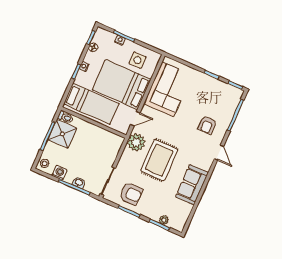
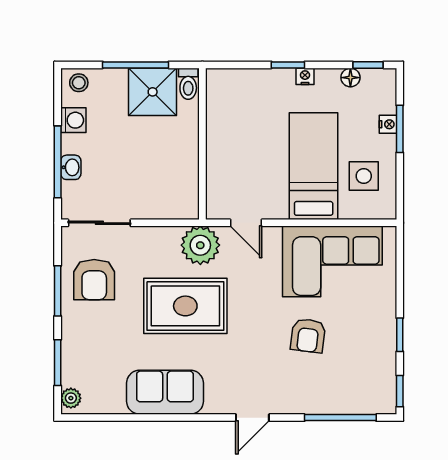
bed: (122, 85) -> (314, 166), width x0.67
bed: (91, 104) -> (237, 123), removed
armchair: (207, 125) -> (308, 336), moved, turned -83
plant: (164, 220) -> (71, 398), moved

